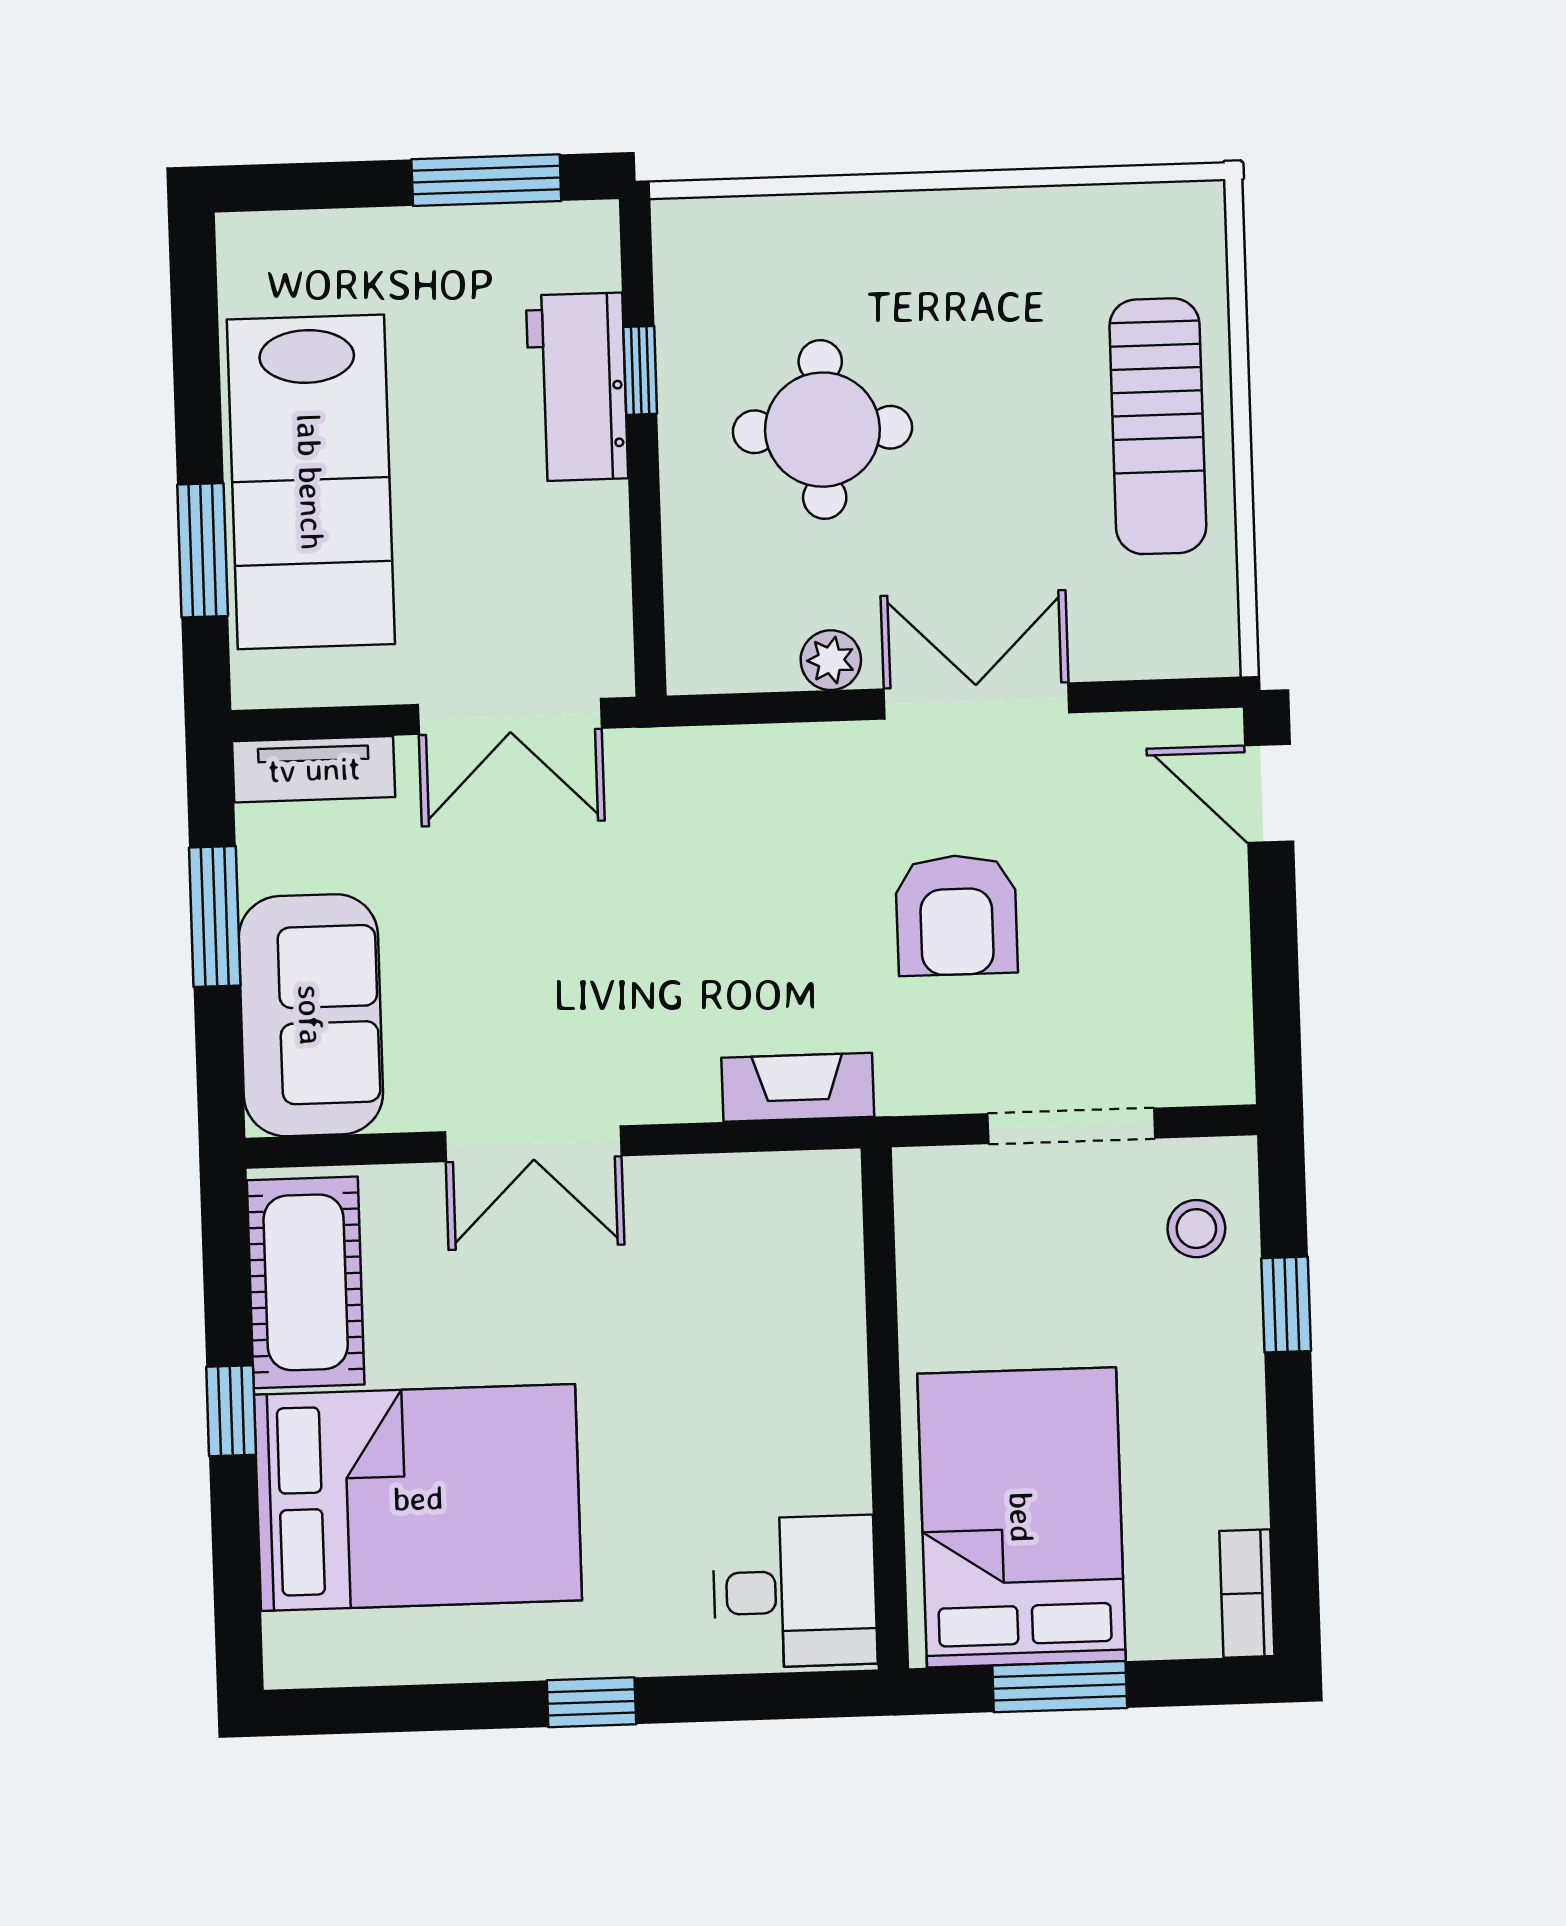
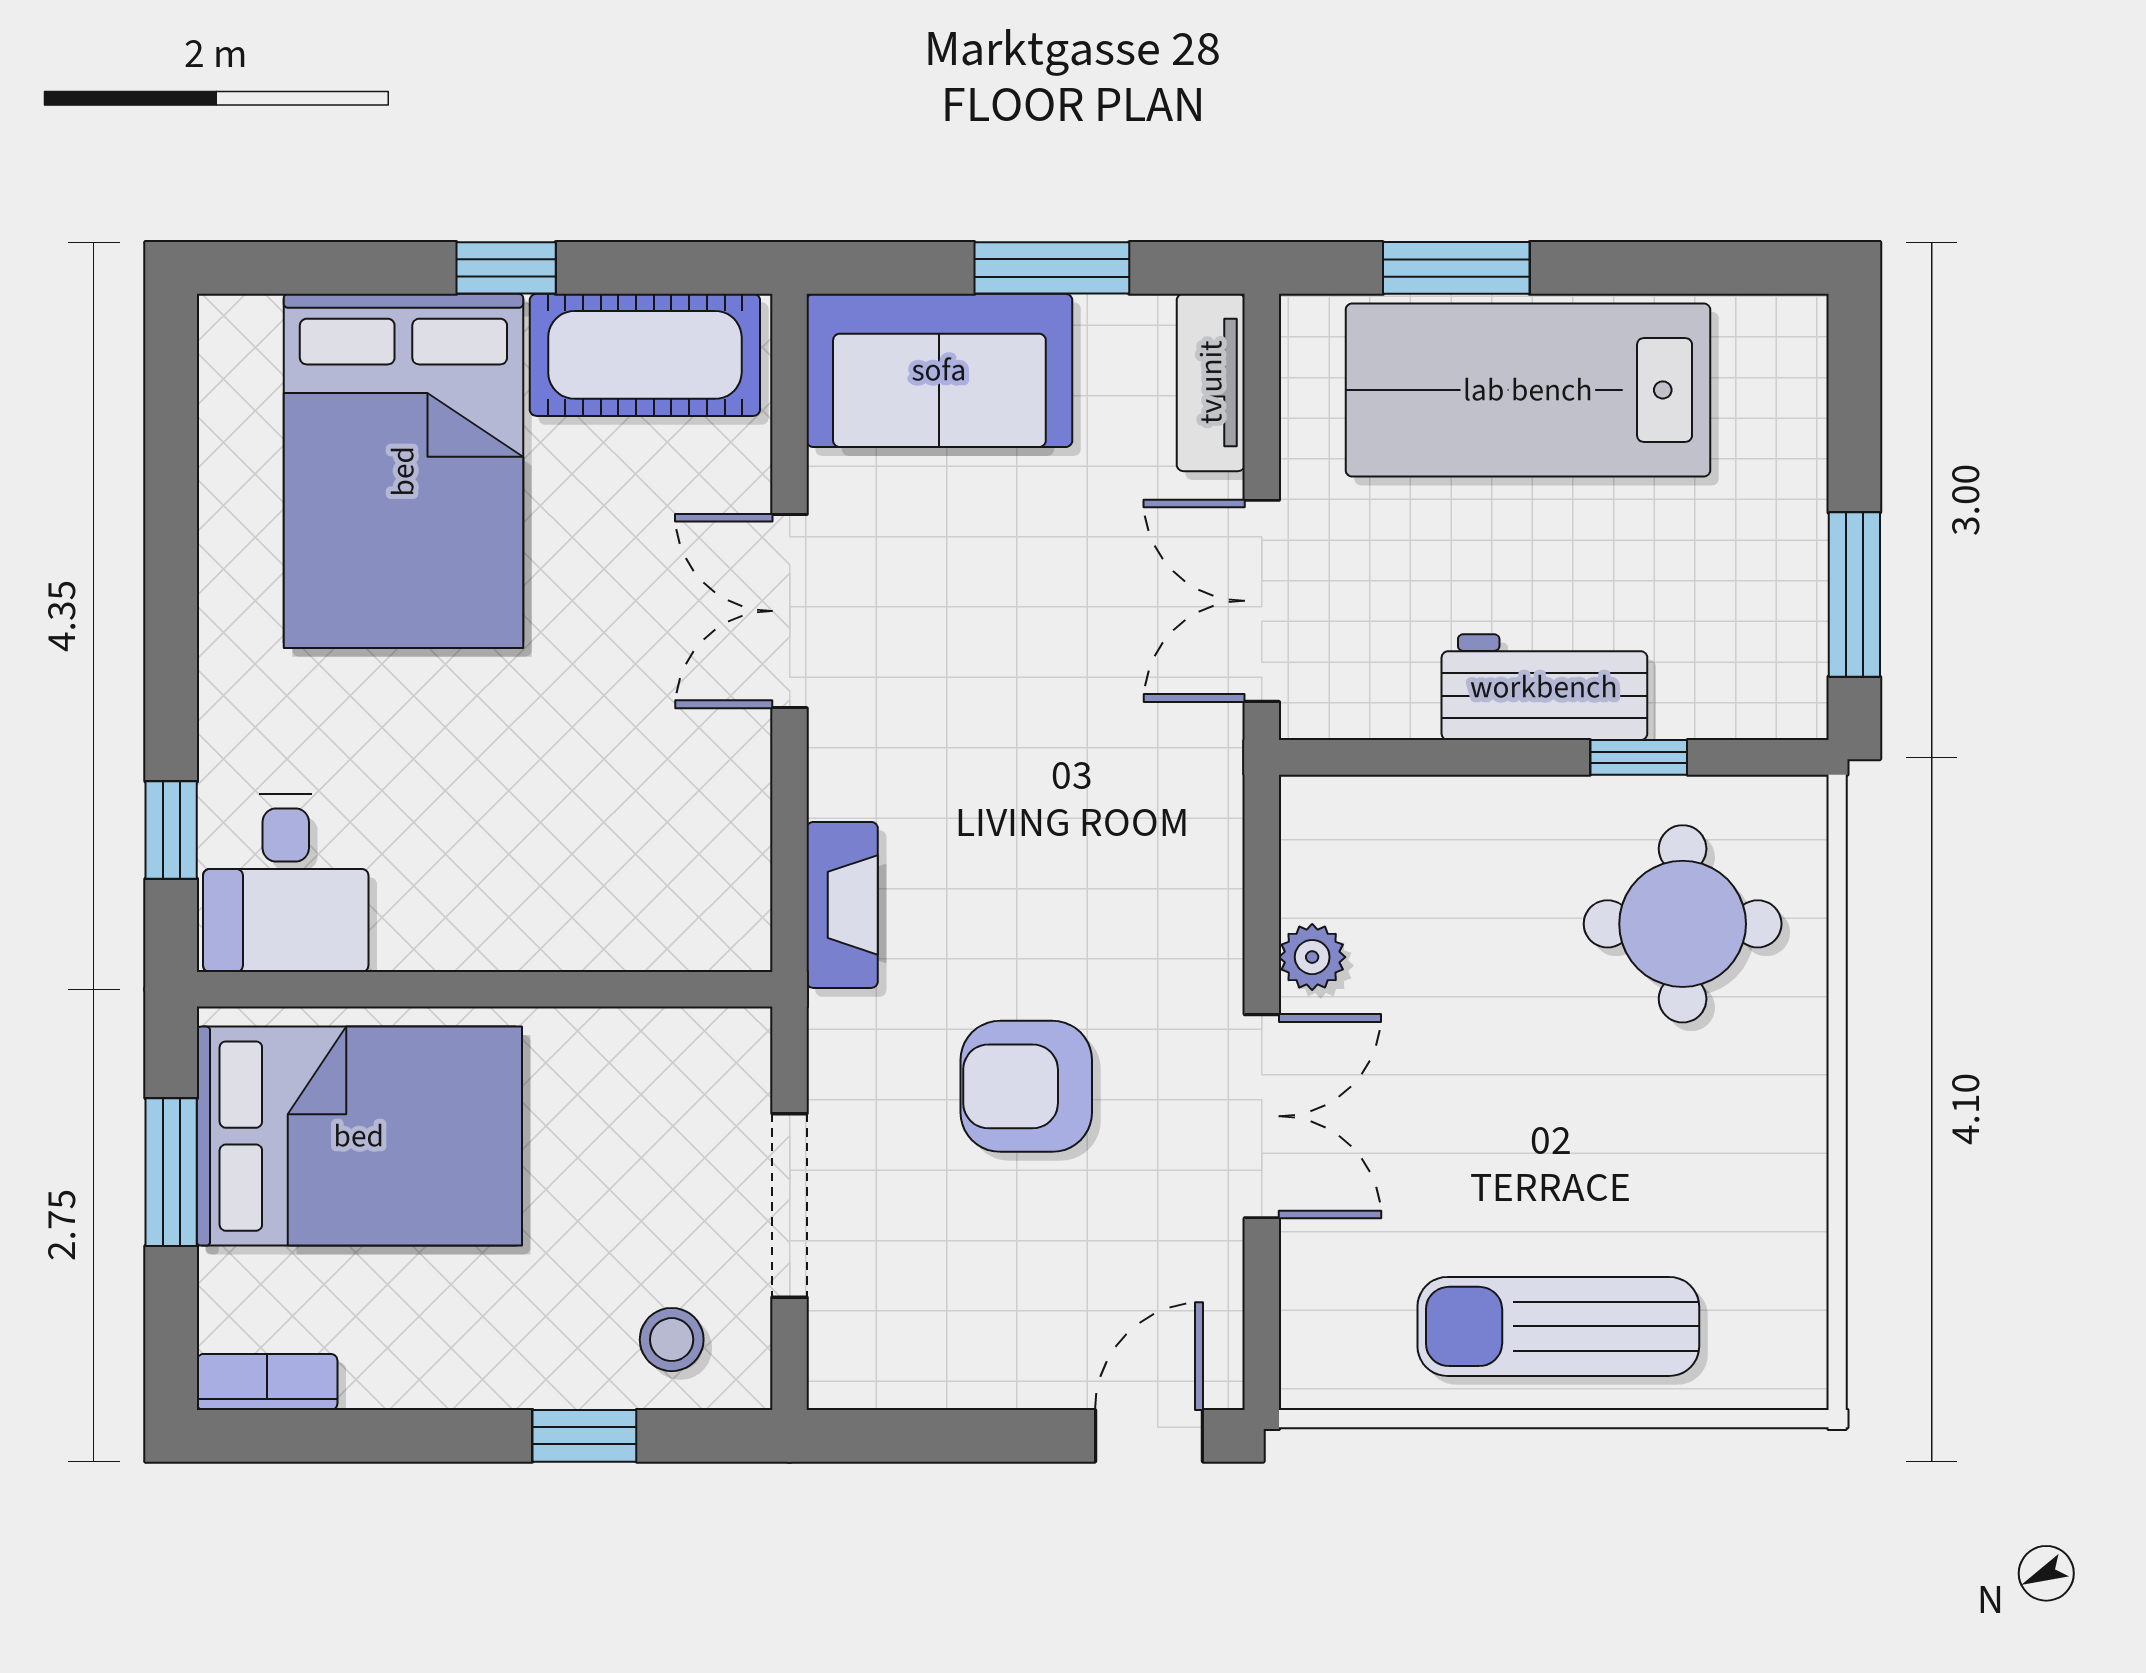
workbench: (577, 387) -> (1544, 687), moved
round table: (822, 430) -> (1683, 924), moved
window: (591, 1702) -> (171, 830), moved

